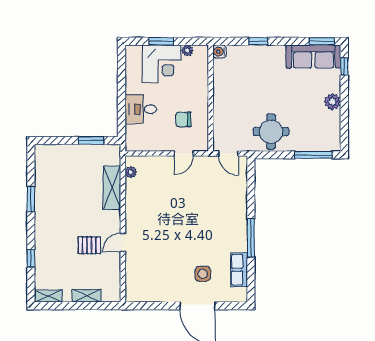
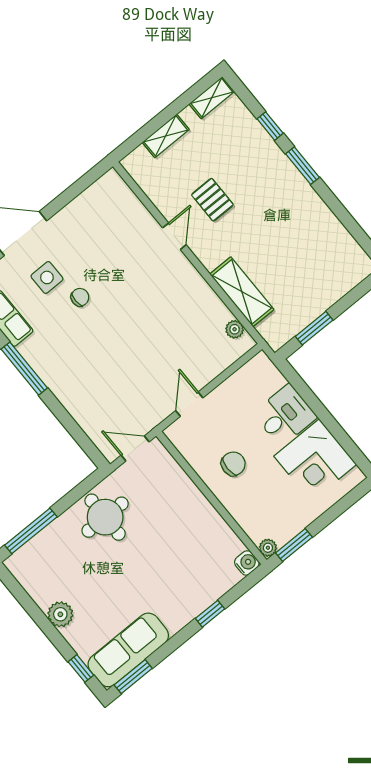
window: (161, 41) -> (294, 545), moved
plant: (187, 50) -> (268, 548), moved
corner desk: (162, 64) -> (315, 460), moved, turned -90
chair: (183, 119) -> (233, 464), moved
window: (31, 199) -> (303, 166), moved
pallet: (89, 245) -> (212, 200), turned 90
chair: (194, 251) -> (80, 297), added

